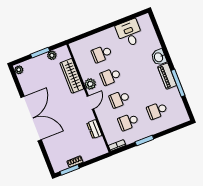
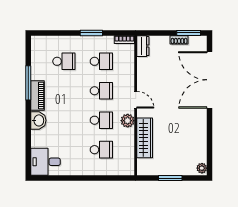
desk: (129, 33) -> (46, 162), moved, turned 90
plant: (52, 55) -> (158, 170), removed
door: (90, 103) -> (136, 100), swing flipped
double door: (31, 119) -> (210, 80), moved
dresser: (94, 129) -> (143, 46), moved

